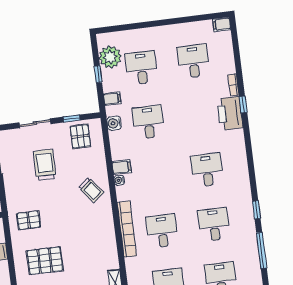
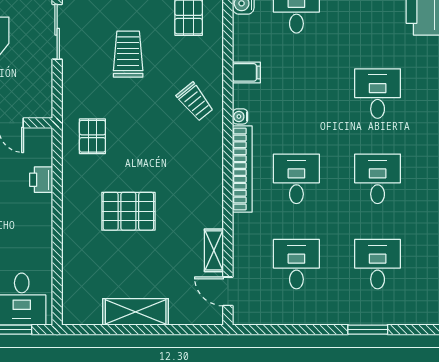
water cooler: (119, 180) -> (240, 116), moved
pallet: (29, 220) -> (92, 136), turned 90
pallet: (45, 261) -> (128, 211), moved

